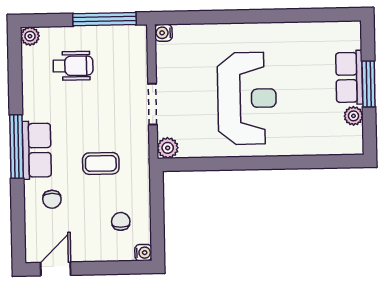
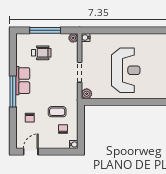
window: (104, 19) -> (45, 30), moved
plant: (30, 36) -> (73, 38), moved
row of seats: (37, 150) -> (23, 81), moved
coffee table: (101, 163) -> (57, 112), moved

